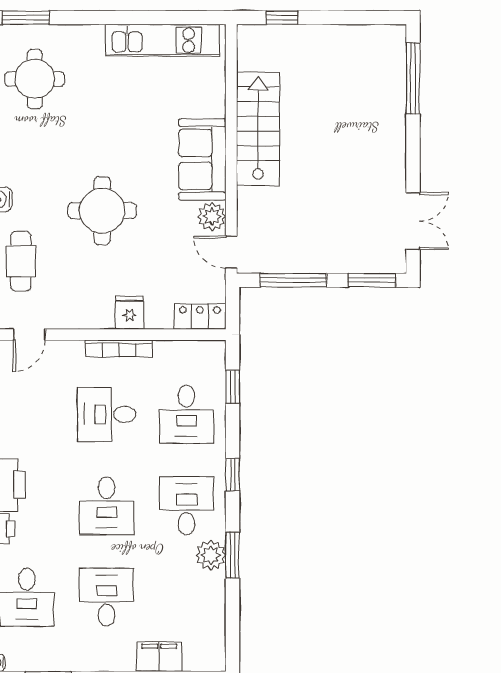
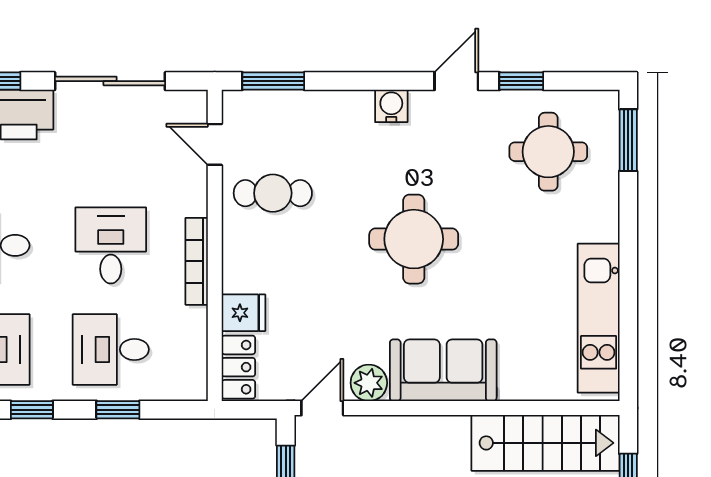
stairs: (258, 129) -> (545, 443), moved
round table: (102, 211) -> (414, 239), moved
cafe table: (21, 261) -> (273, 193), moved
fridge: (130, 313) -> (243, 313), moved
window: (233, 387) -> (118, 410), moved

